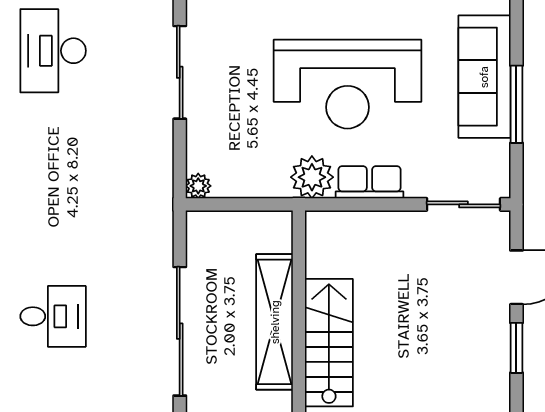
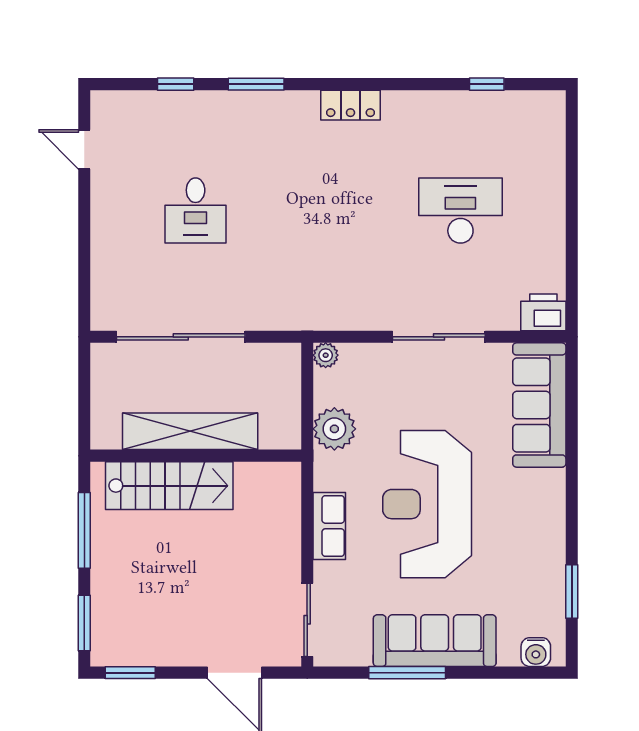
plant: (312, 177) -> (334, 429), moved
window: (516, 348) -> (130, 673), moved

